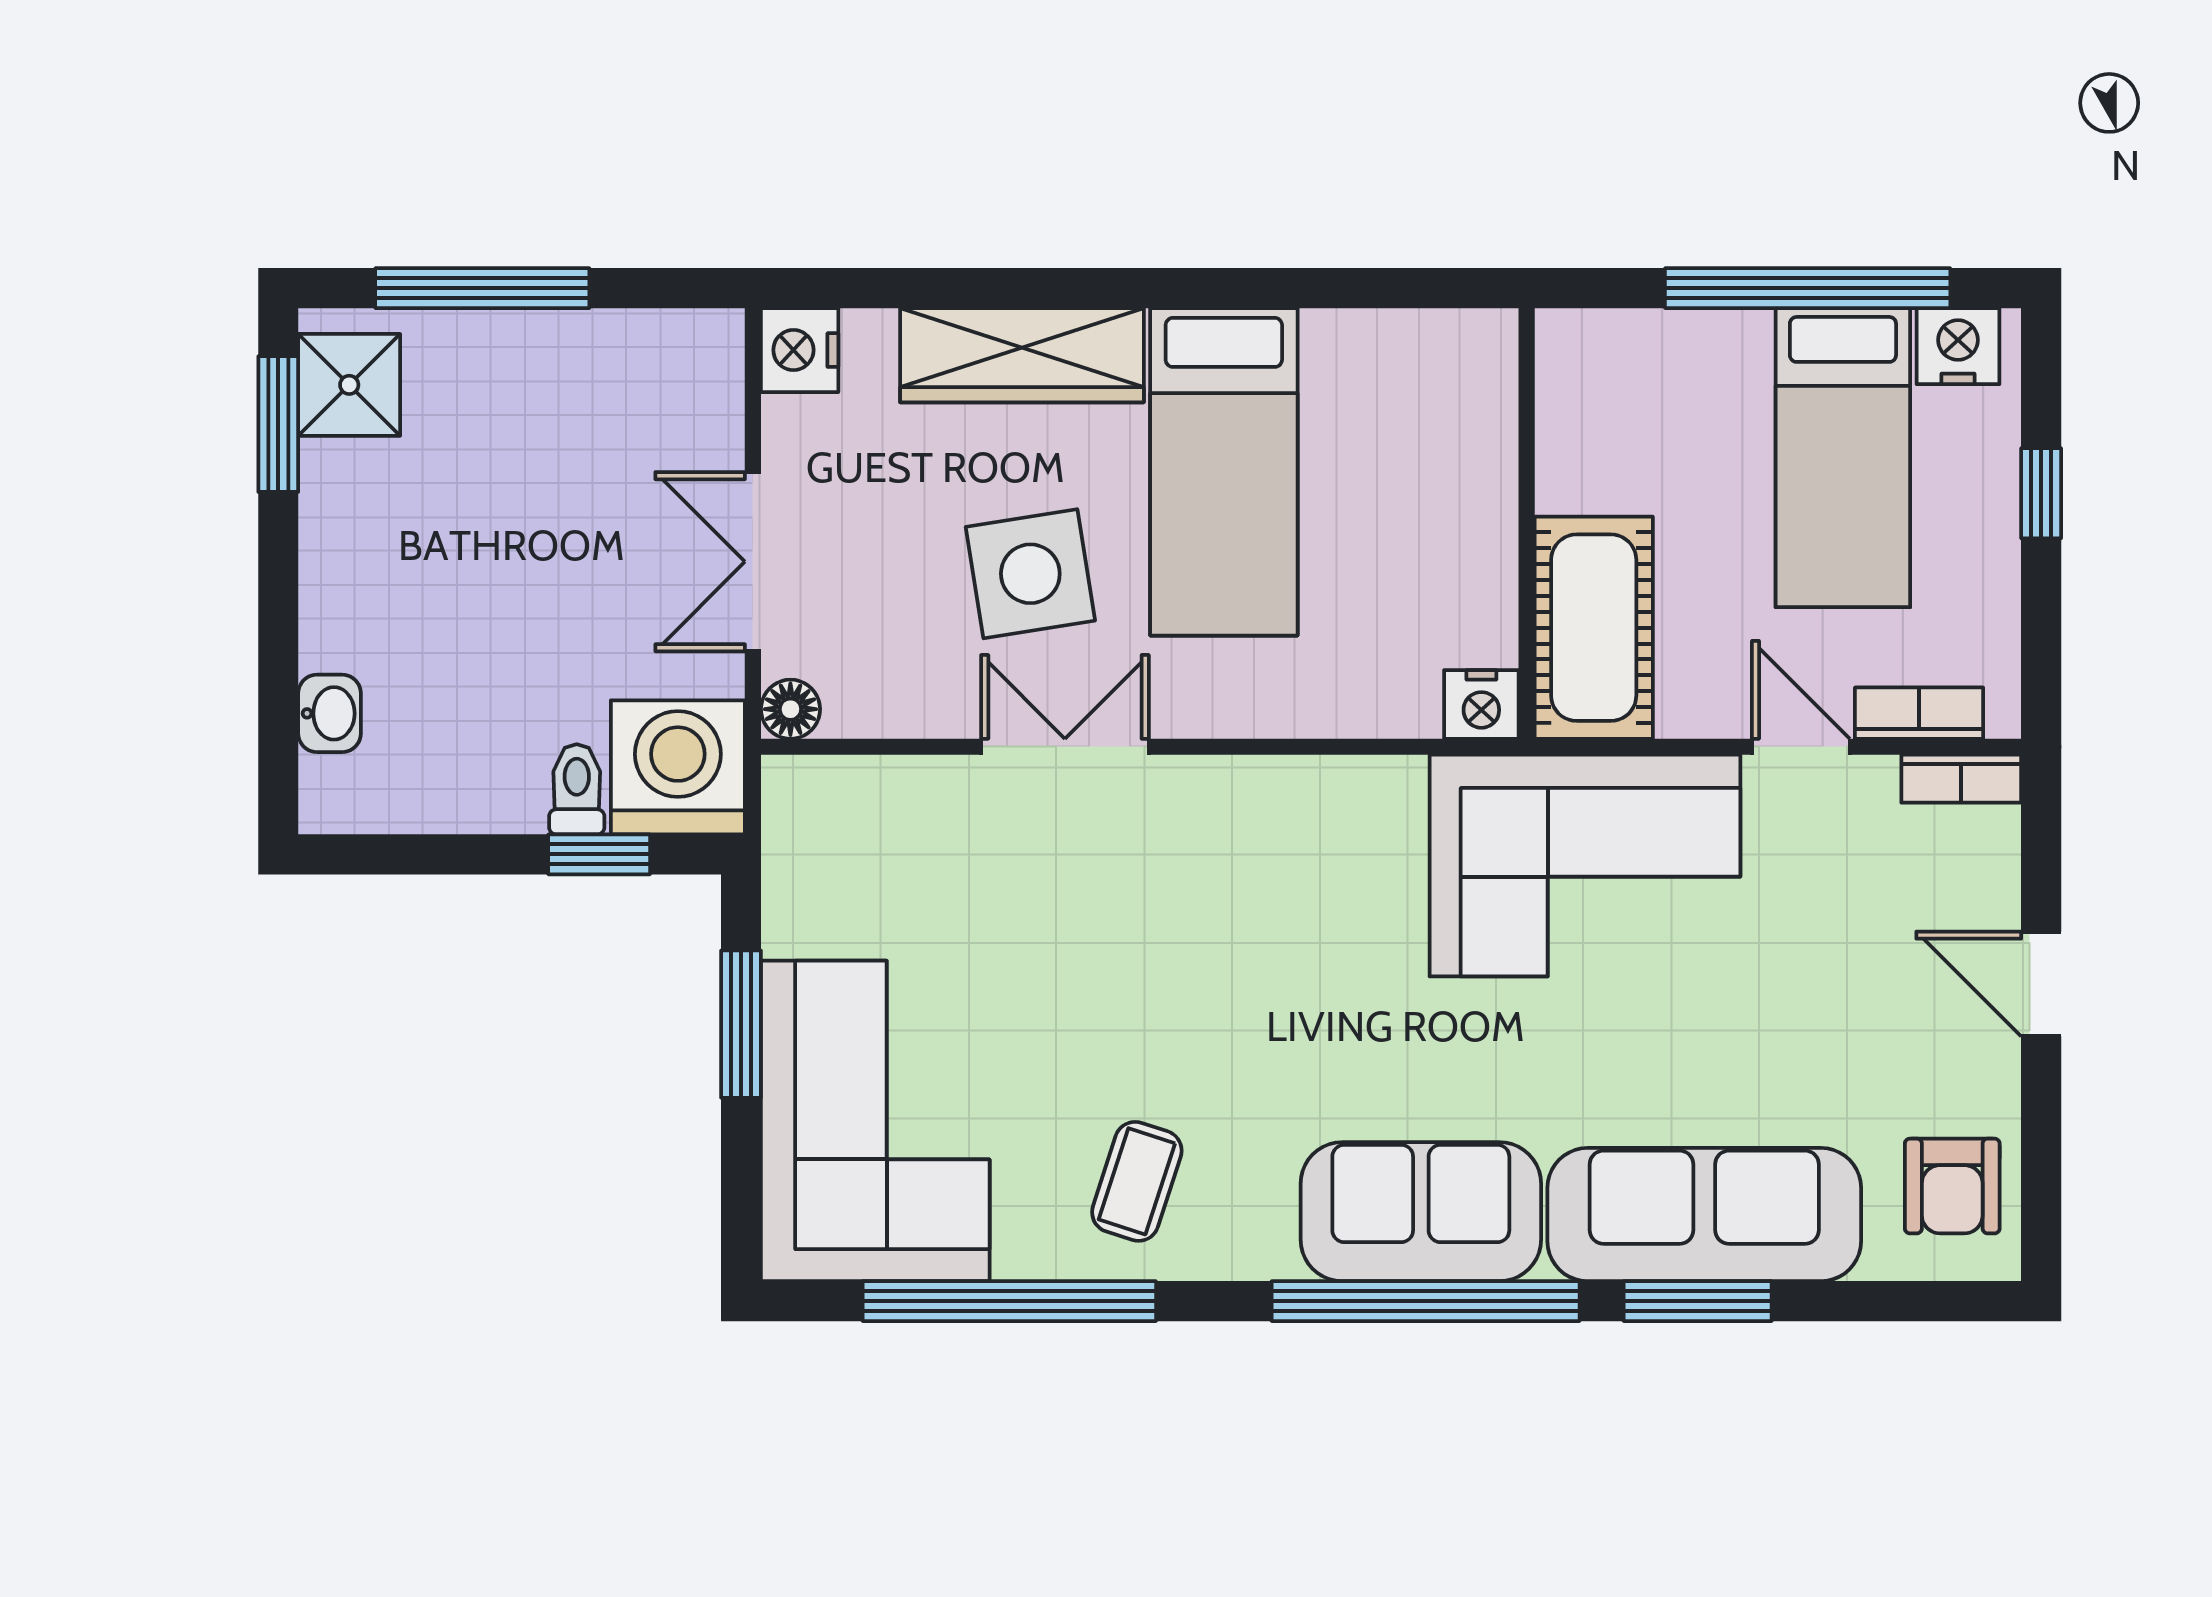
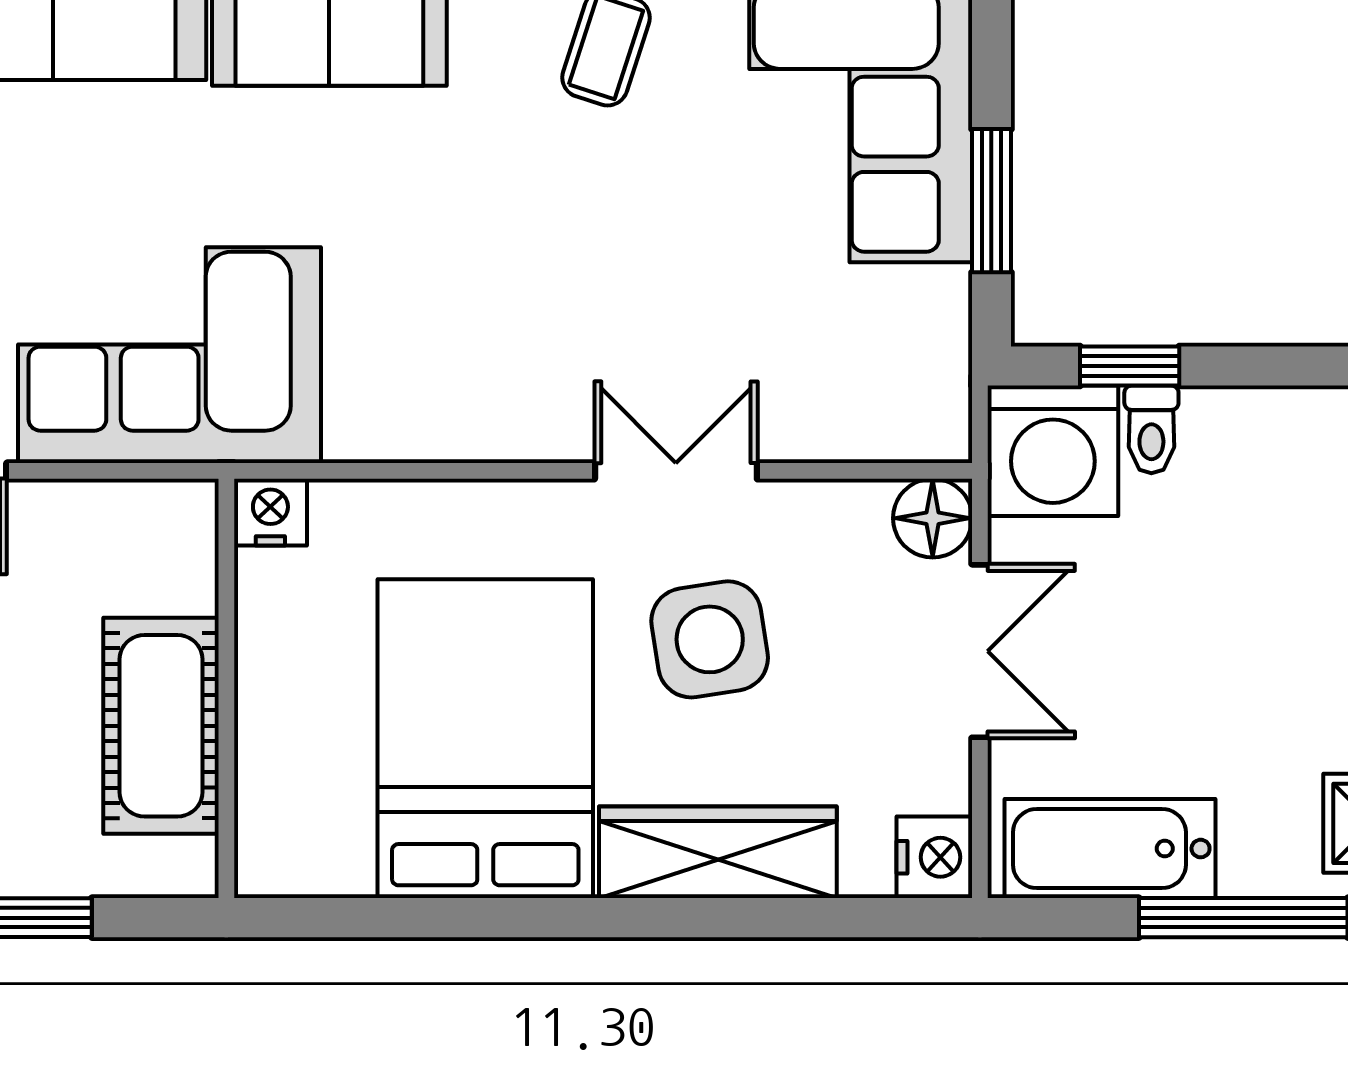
bathtub: (619, 359) -> (1110, 849), added
bed: (1224, 472) -> (485, 739), width x1.50
cot: (1594, 628) -> (161, 726), moved
floor lamp: (790, 709) -> (933, 518), width x1.37, depth x1.37
double door: (1065, 747) -> (676, 471), swing flipped

